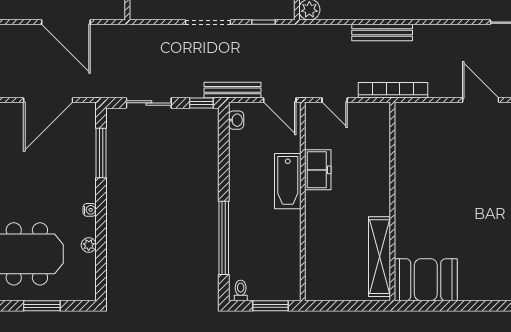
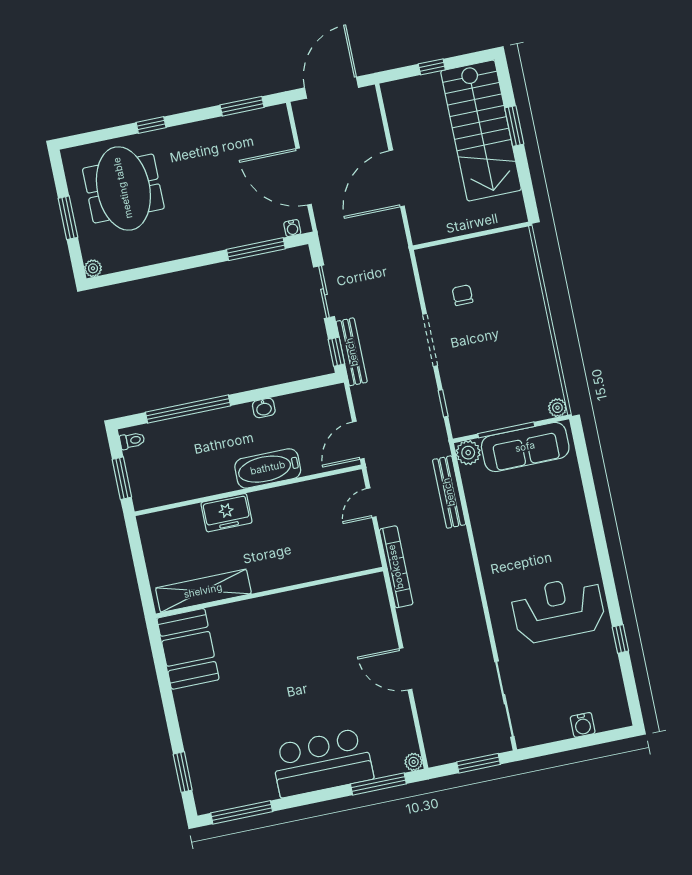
bench: (382, 32) -> (449, 492), moved
bench: (233, 90) -> (352, 352), moved
door: (481, 100) -> (406, 669), swing flipped
washbasin: (236, 120) -> (264, 408), moved
freezer: (318, 170) -> (227, 513), moved
water cooler: (90, 210) -> (292, 228), moved
plant: (89, 245) -> (93, 268), moved

